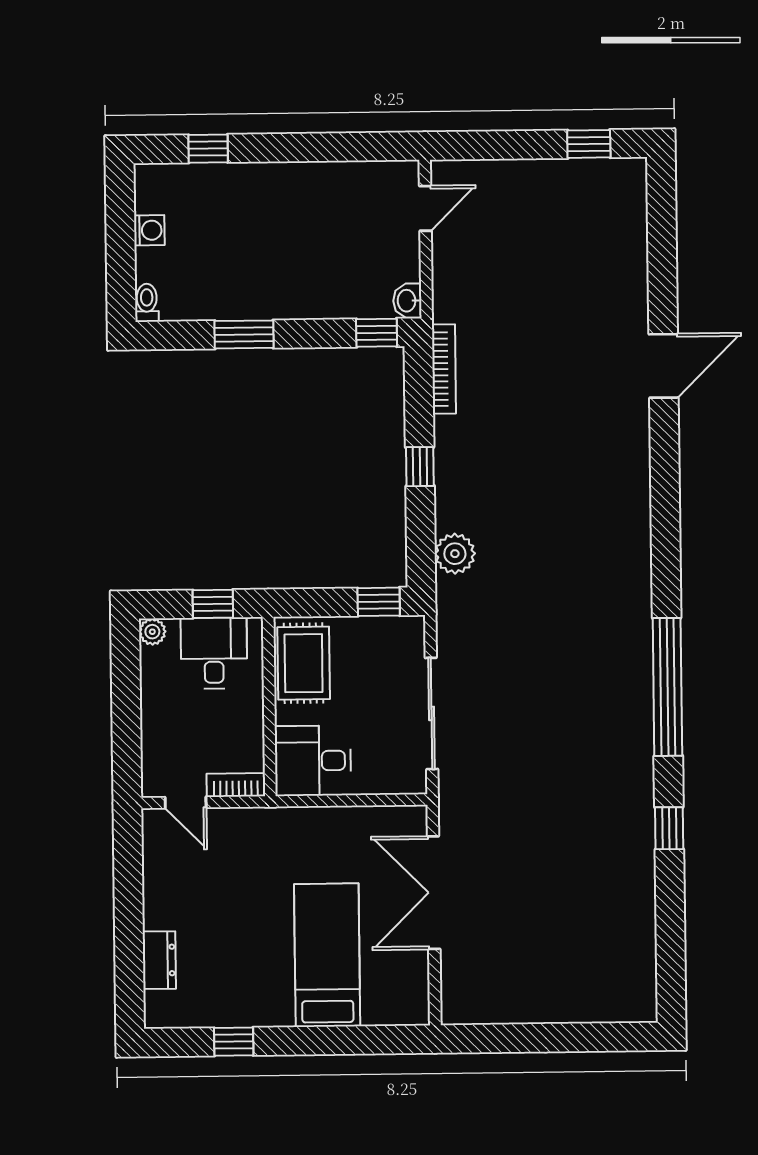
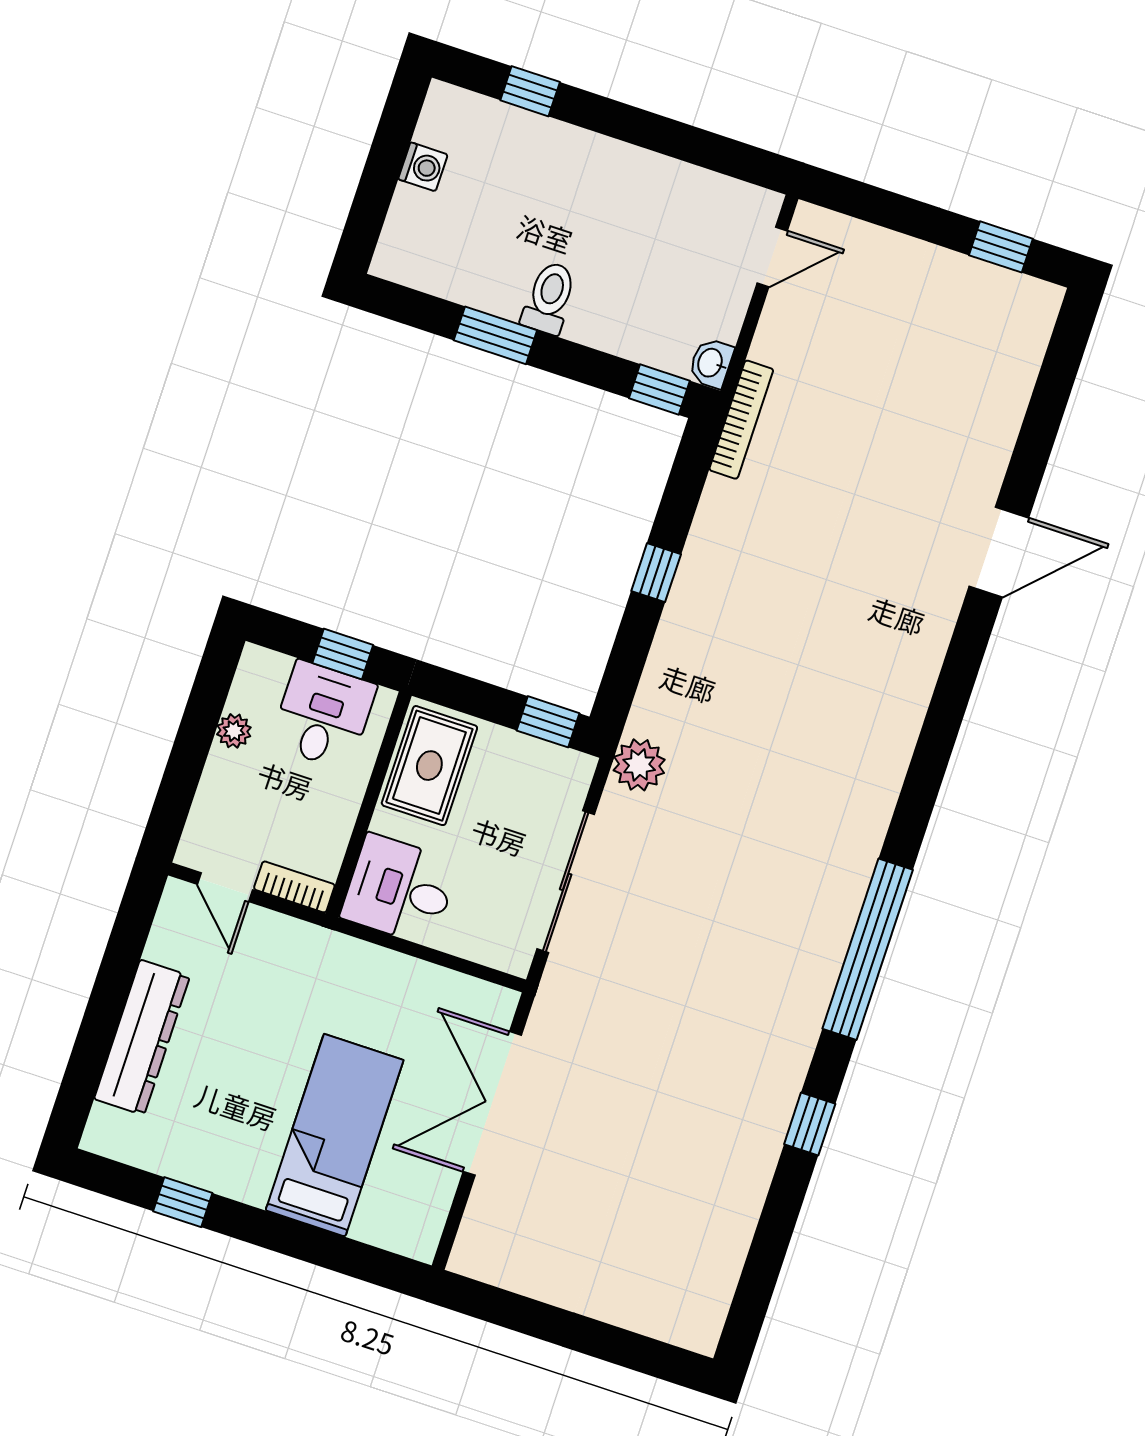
toilet: (147, 303) -> (549, 298), moved, width x1.37, depth x1.39
bookcase: (444, 369) -> (741, 420), moved
plant: (455, 554) -> (639, 765), moved
plant: (152, 632) -> (234, 731), moved
dresser: (159, 960) -> (142, 1037), width x1.96, depth x1.24

